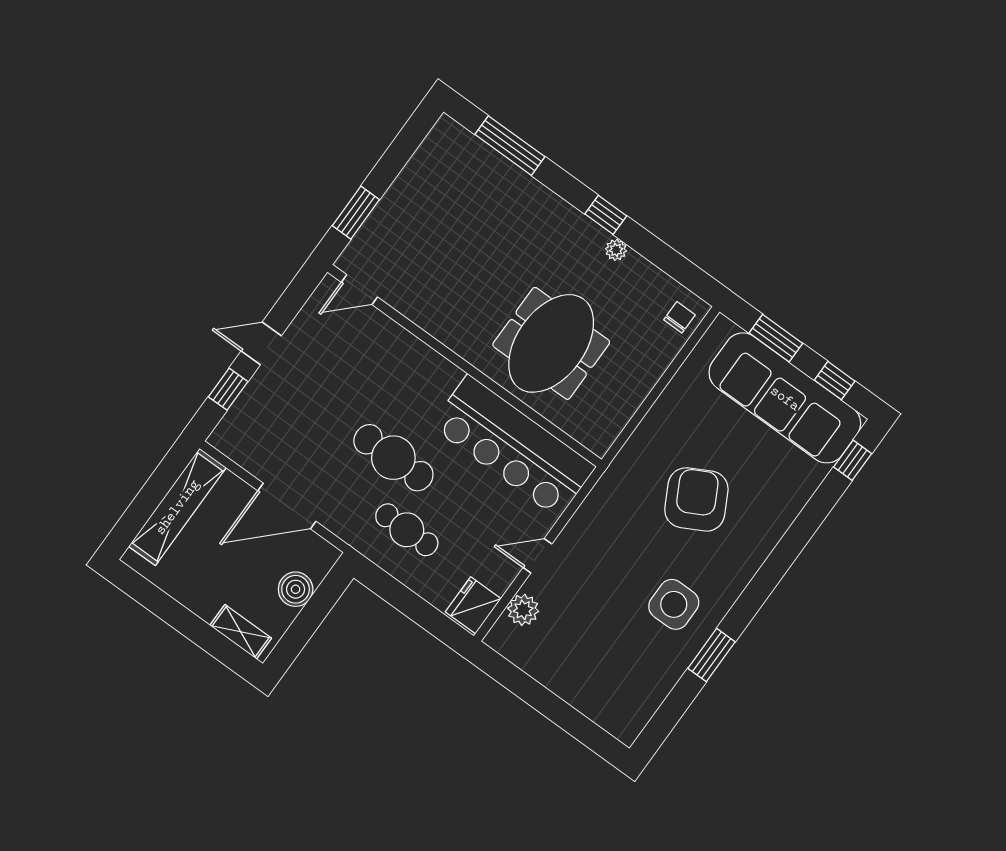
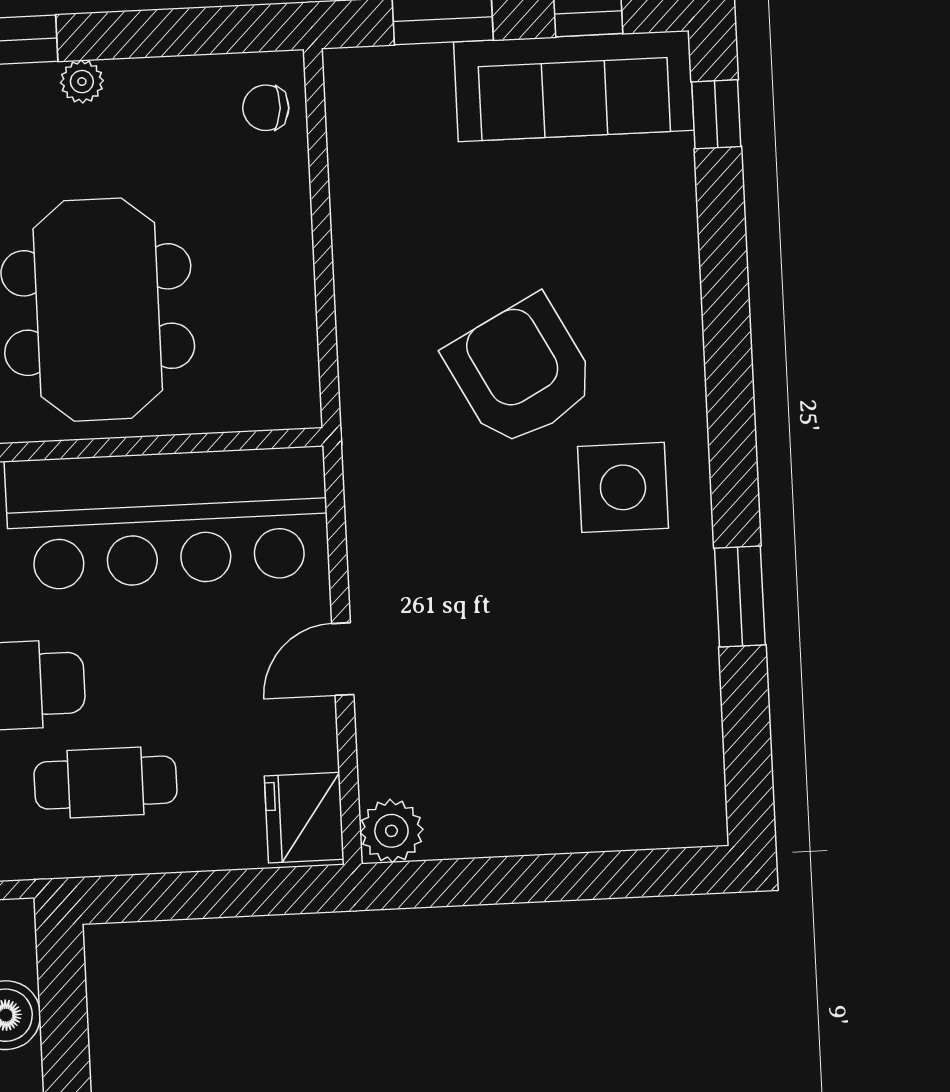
chair: (679, 317) -> (266, 108), turned -86
sofa: (785, 398) -> (574, 86), width x0.74, depth x0.79
side table: (674, 604) -> (623, 487), moved
plant: (523, 610) -> (391, 831), moved

